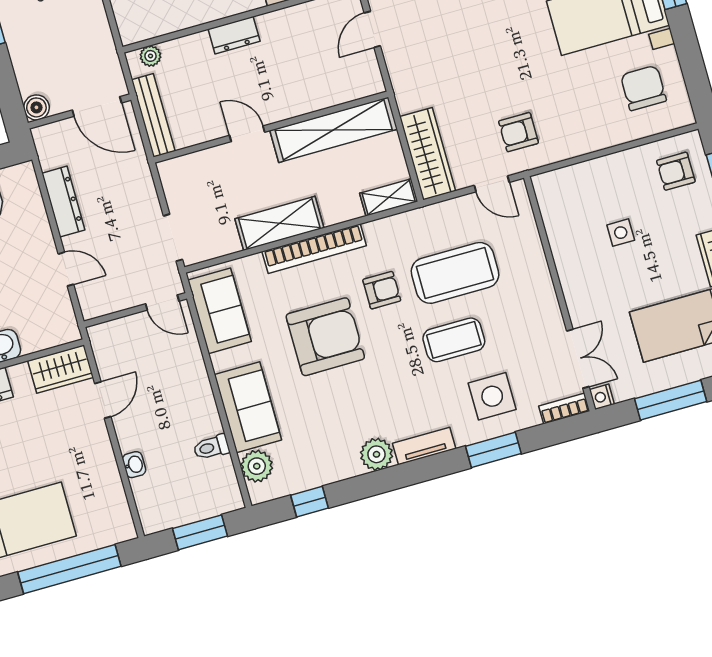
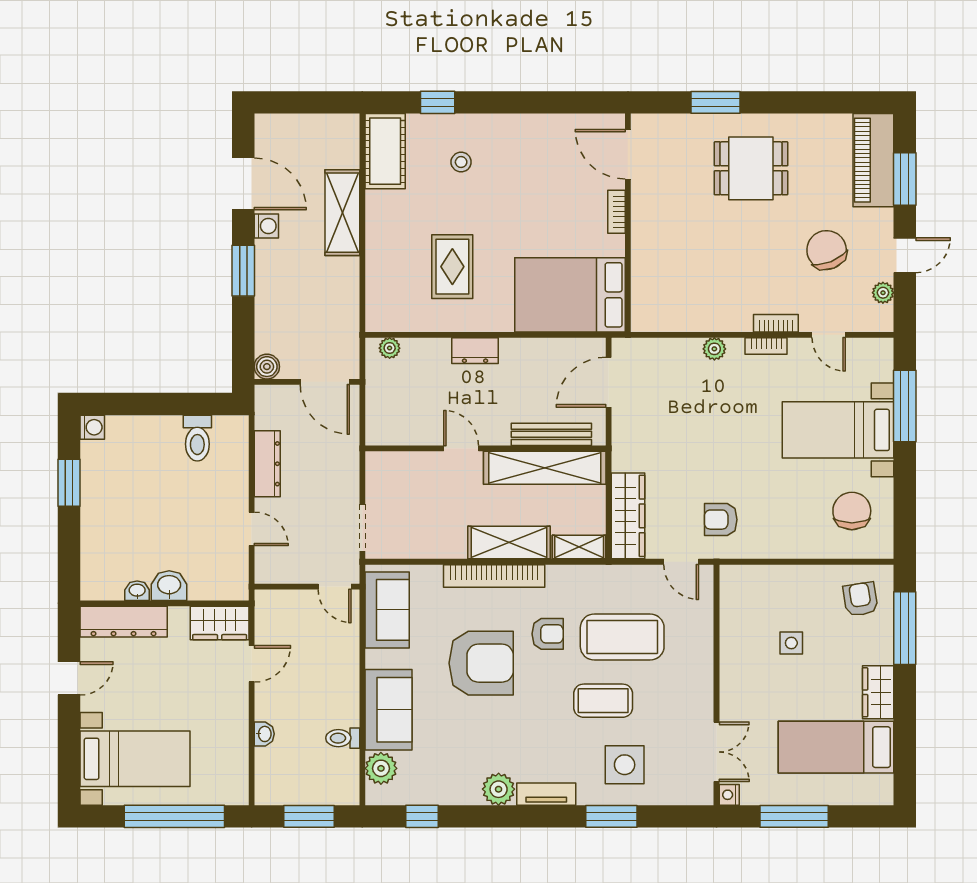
door: (372, 29) -> (609, 382), width x1.38
bench: (153, 115) -> (551, 434), moved, turned 90
armchair: (676, 171) -> (860, 599), turned 81
shelving: (279, 223) -> (509, 543), moved
bookcase: (564, 409) -> (690, 796), removed

